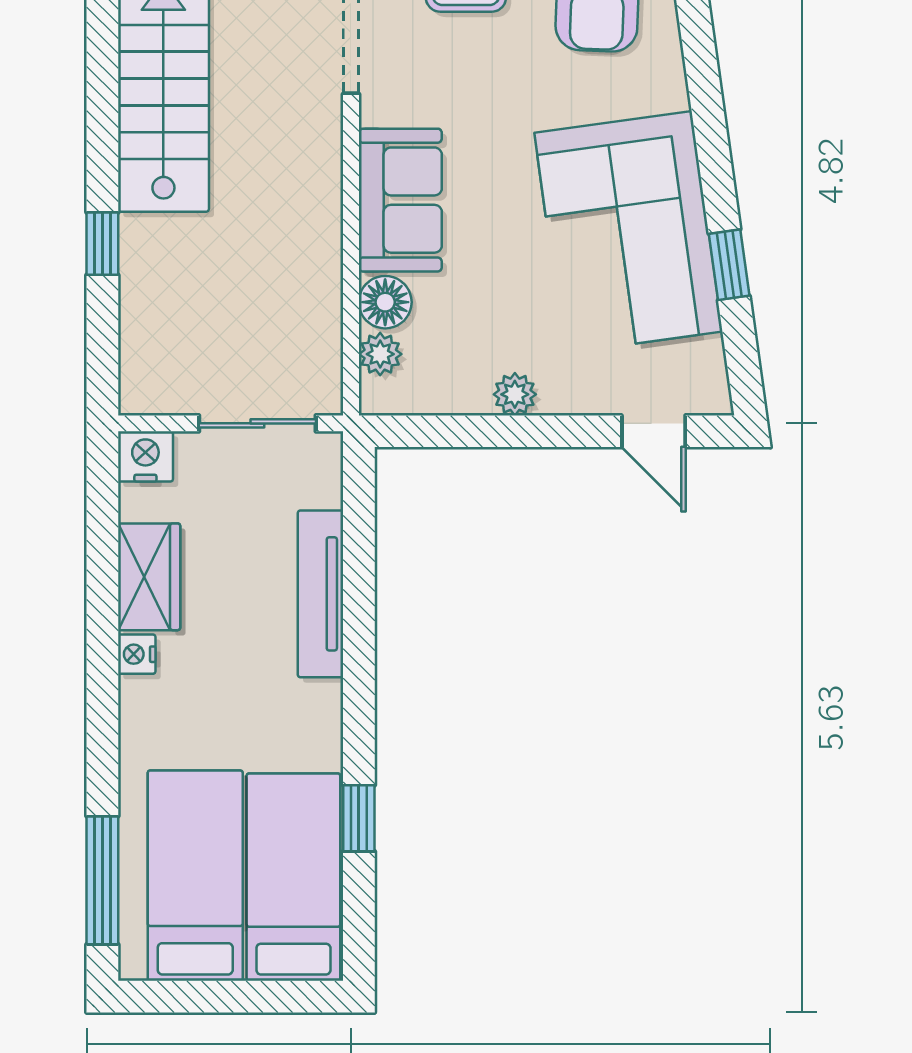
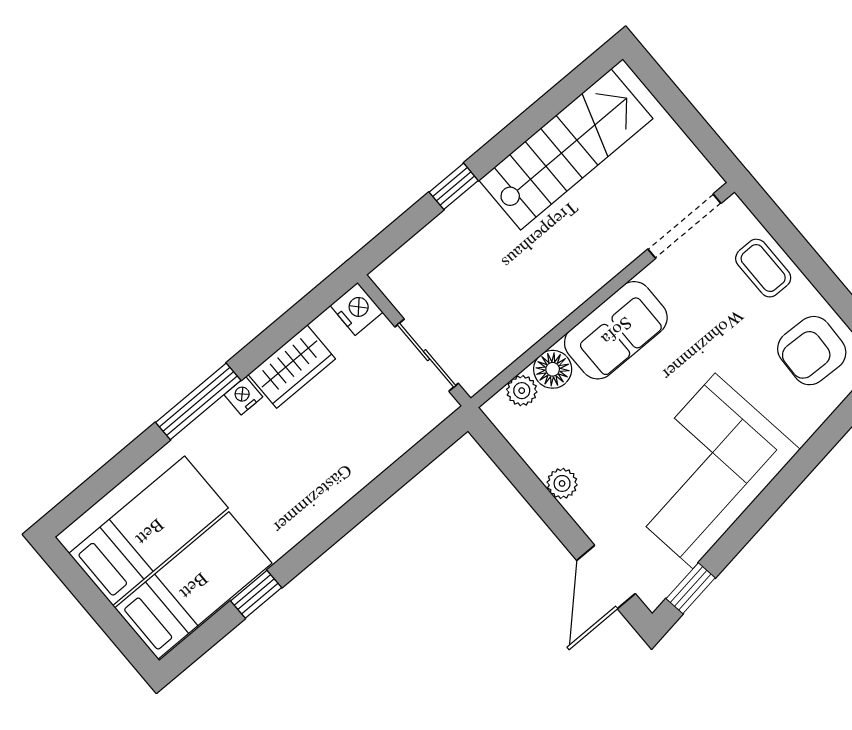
window: (729, 265) -> (691, 588), moved
door: (654, 431) -> (606, 577), width x1.38
tv unit: (321, 594) -> (362, 469), removed
window: (102, 880) -> (198, 401), moved

